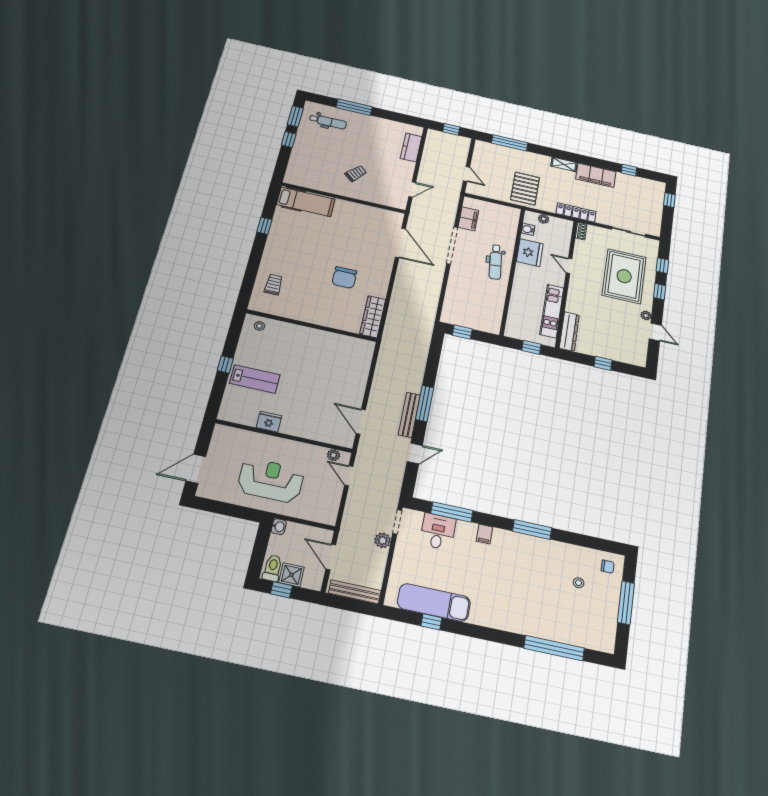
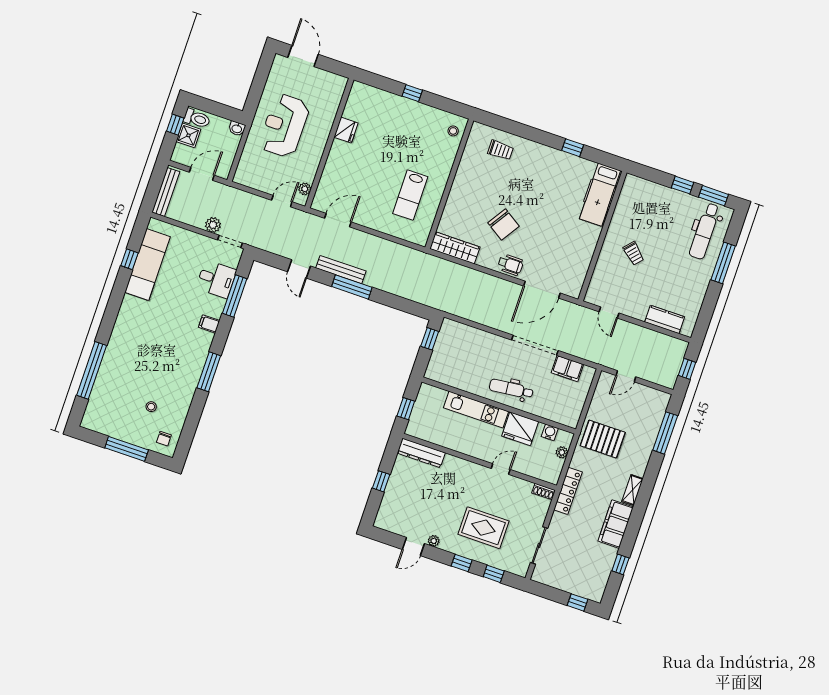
dental chair: (328, 122) -> (705, 231), width x1.36, depth x1.38
wheelchair: (381, 270) -> (510, 265), added
rug: (624, 276) -> (483, 528), width x0.73, depth x0.69
chair: (344, 278) -> (503, 224), turned -147
kitchen unit: (552, 311) -> (476, 410), moved, turned 180
lab bench: (255, 379) -> (410, 195), moved
reception desk: (271, 480) -> (284, 126), turned 180

